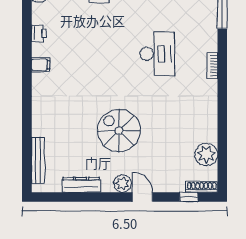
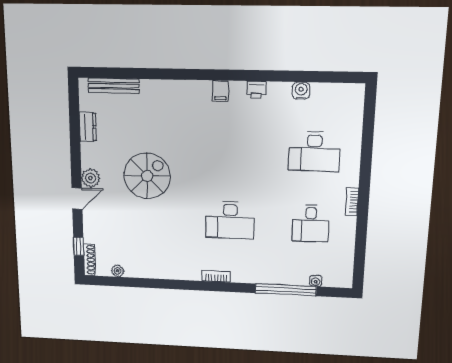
plant: (206, 154) -> (118, 271), width x0.53, depth x0.53
dresser: (81, 185) -> (88, 127), width x0.70

